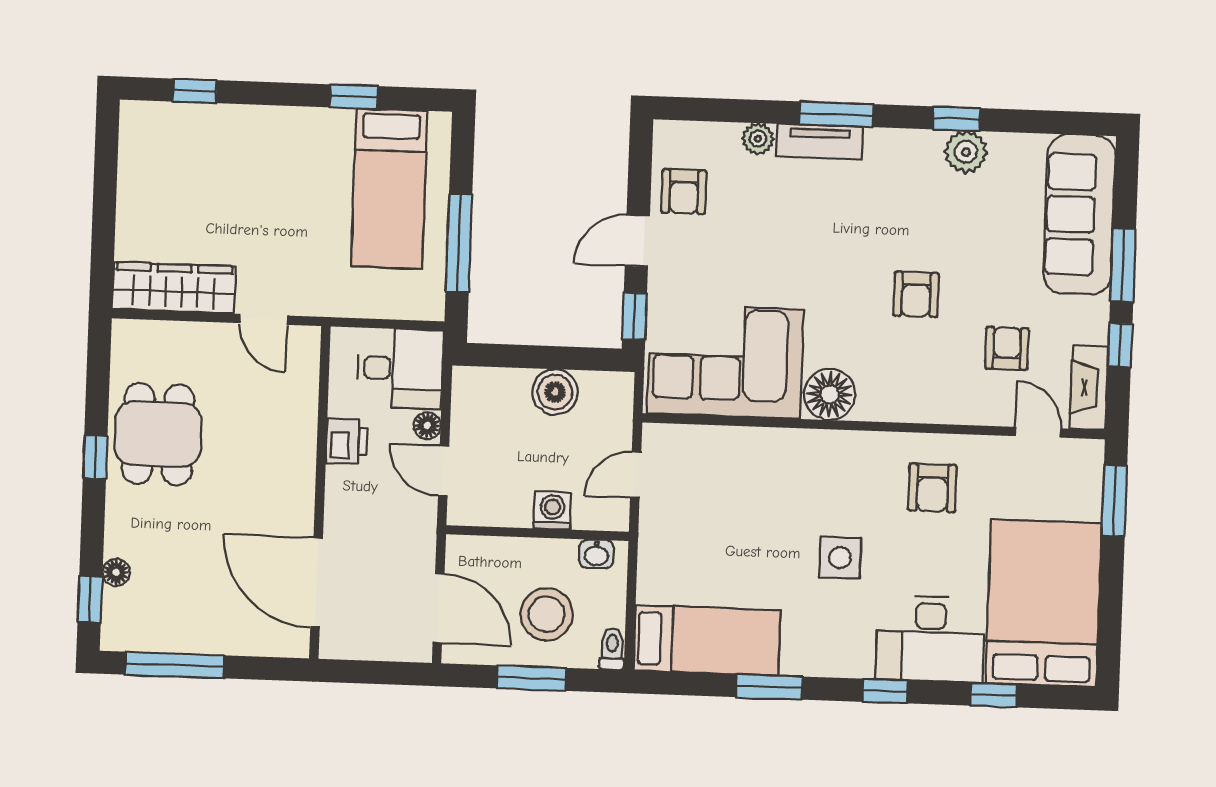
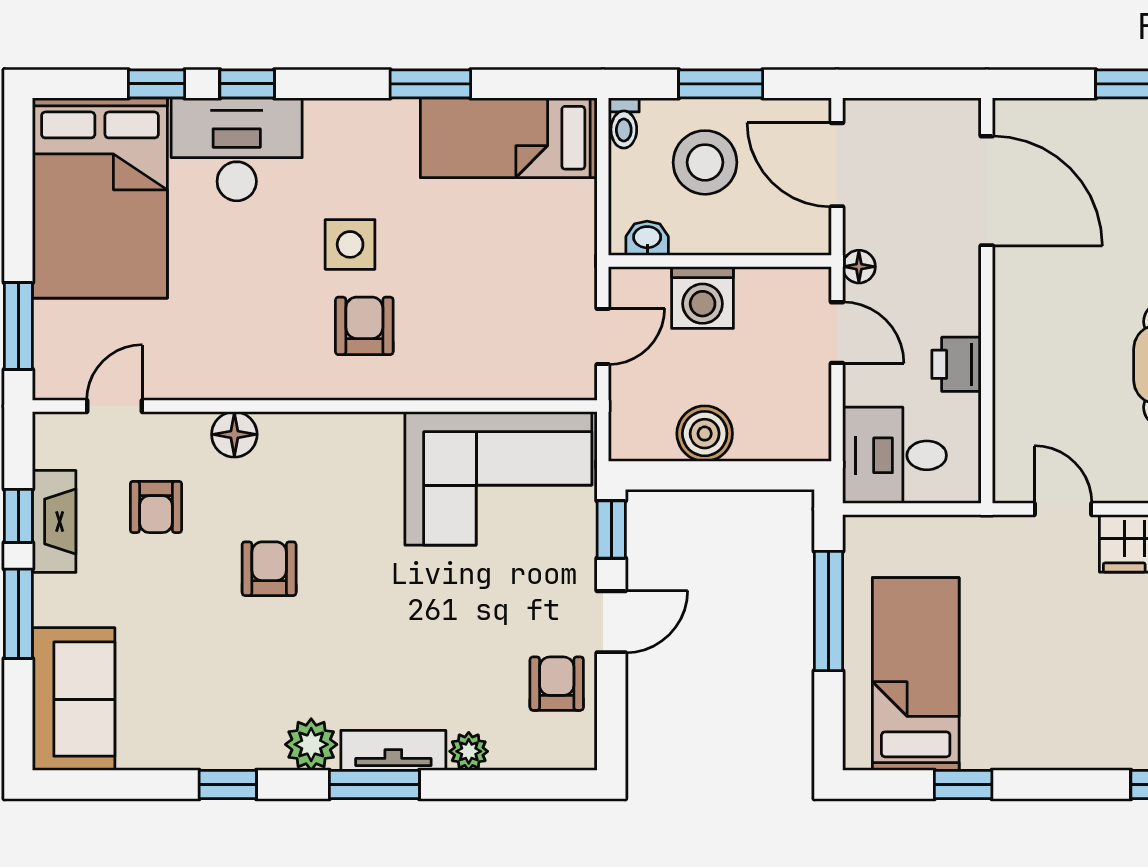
plant: (966, 152) -> (311, 744), moved
sofa: (1079, 214) -> (74, 699), width x0.73
fireplace: (1089, 388) -> (54, 521), moved
floor lamp: (830, 394) -> (234, 434), moved, width x0.73, depth x0.73
floor lamp: (427, 426) -> (859, 267), moved
door: (1038, 432) -> (115, 406), swing flipped
armchair: (932, 488) -> (364, 326), moved
washing machine: (552, 511) -> (703, 297), width x1.38, depth x1.38
window: (885, 691) -> (247, 84), moved

